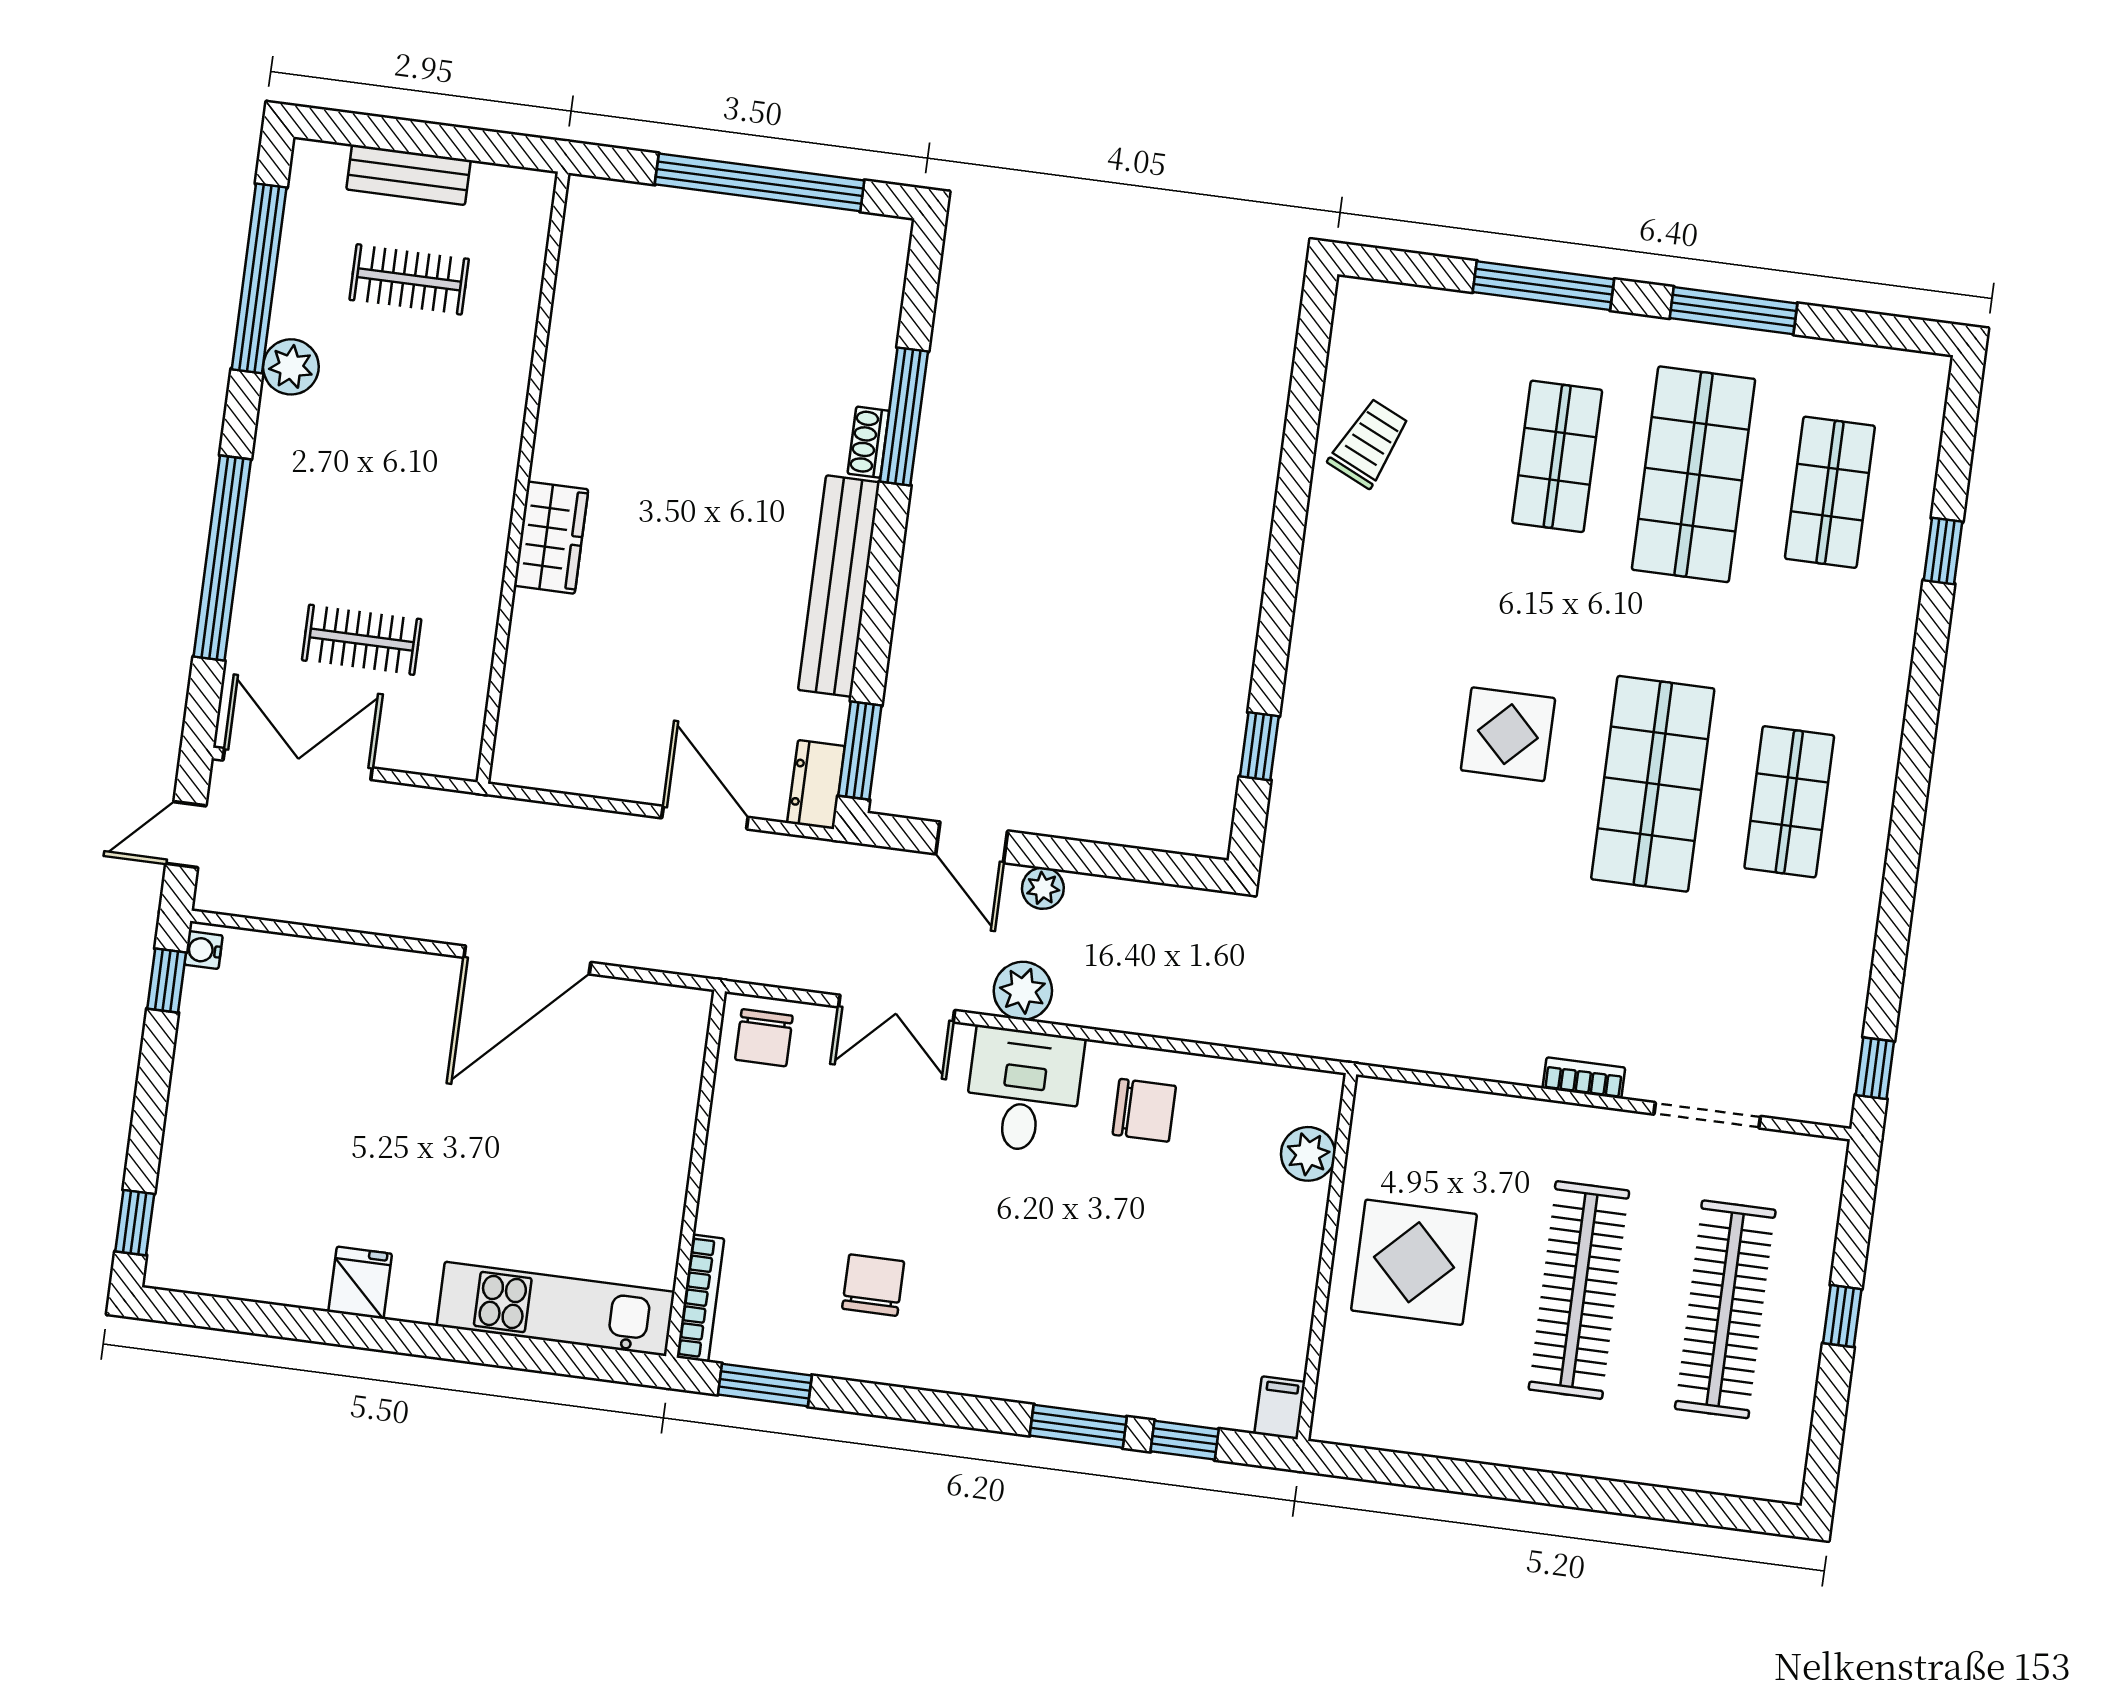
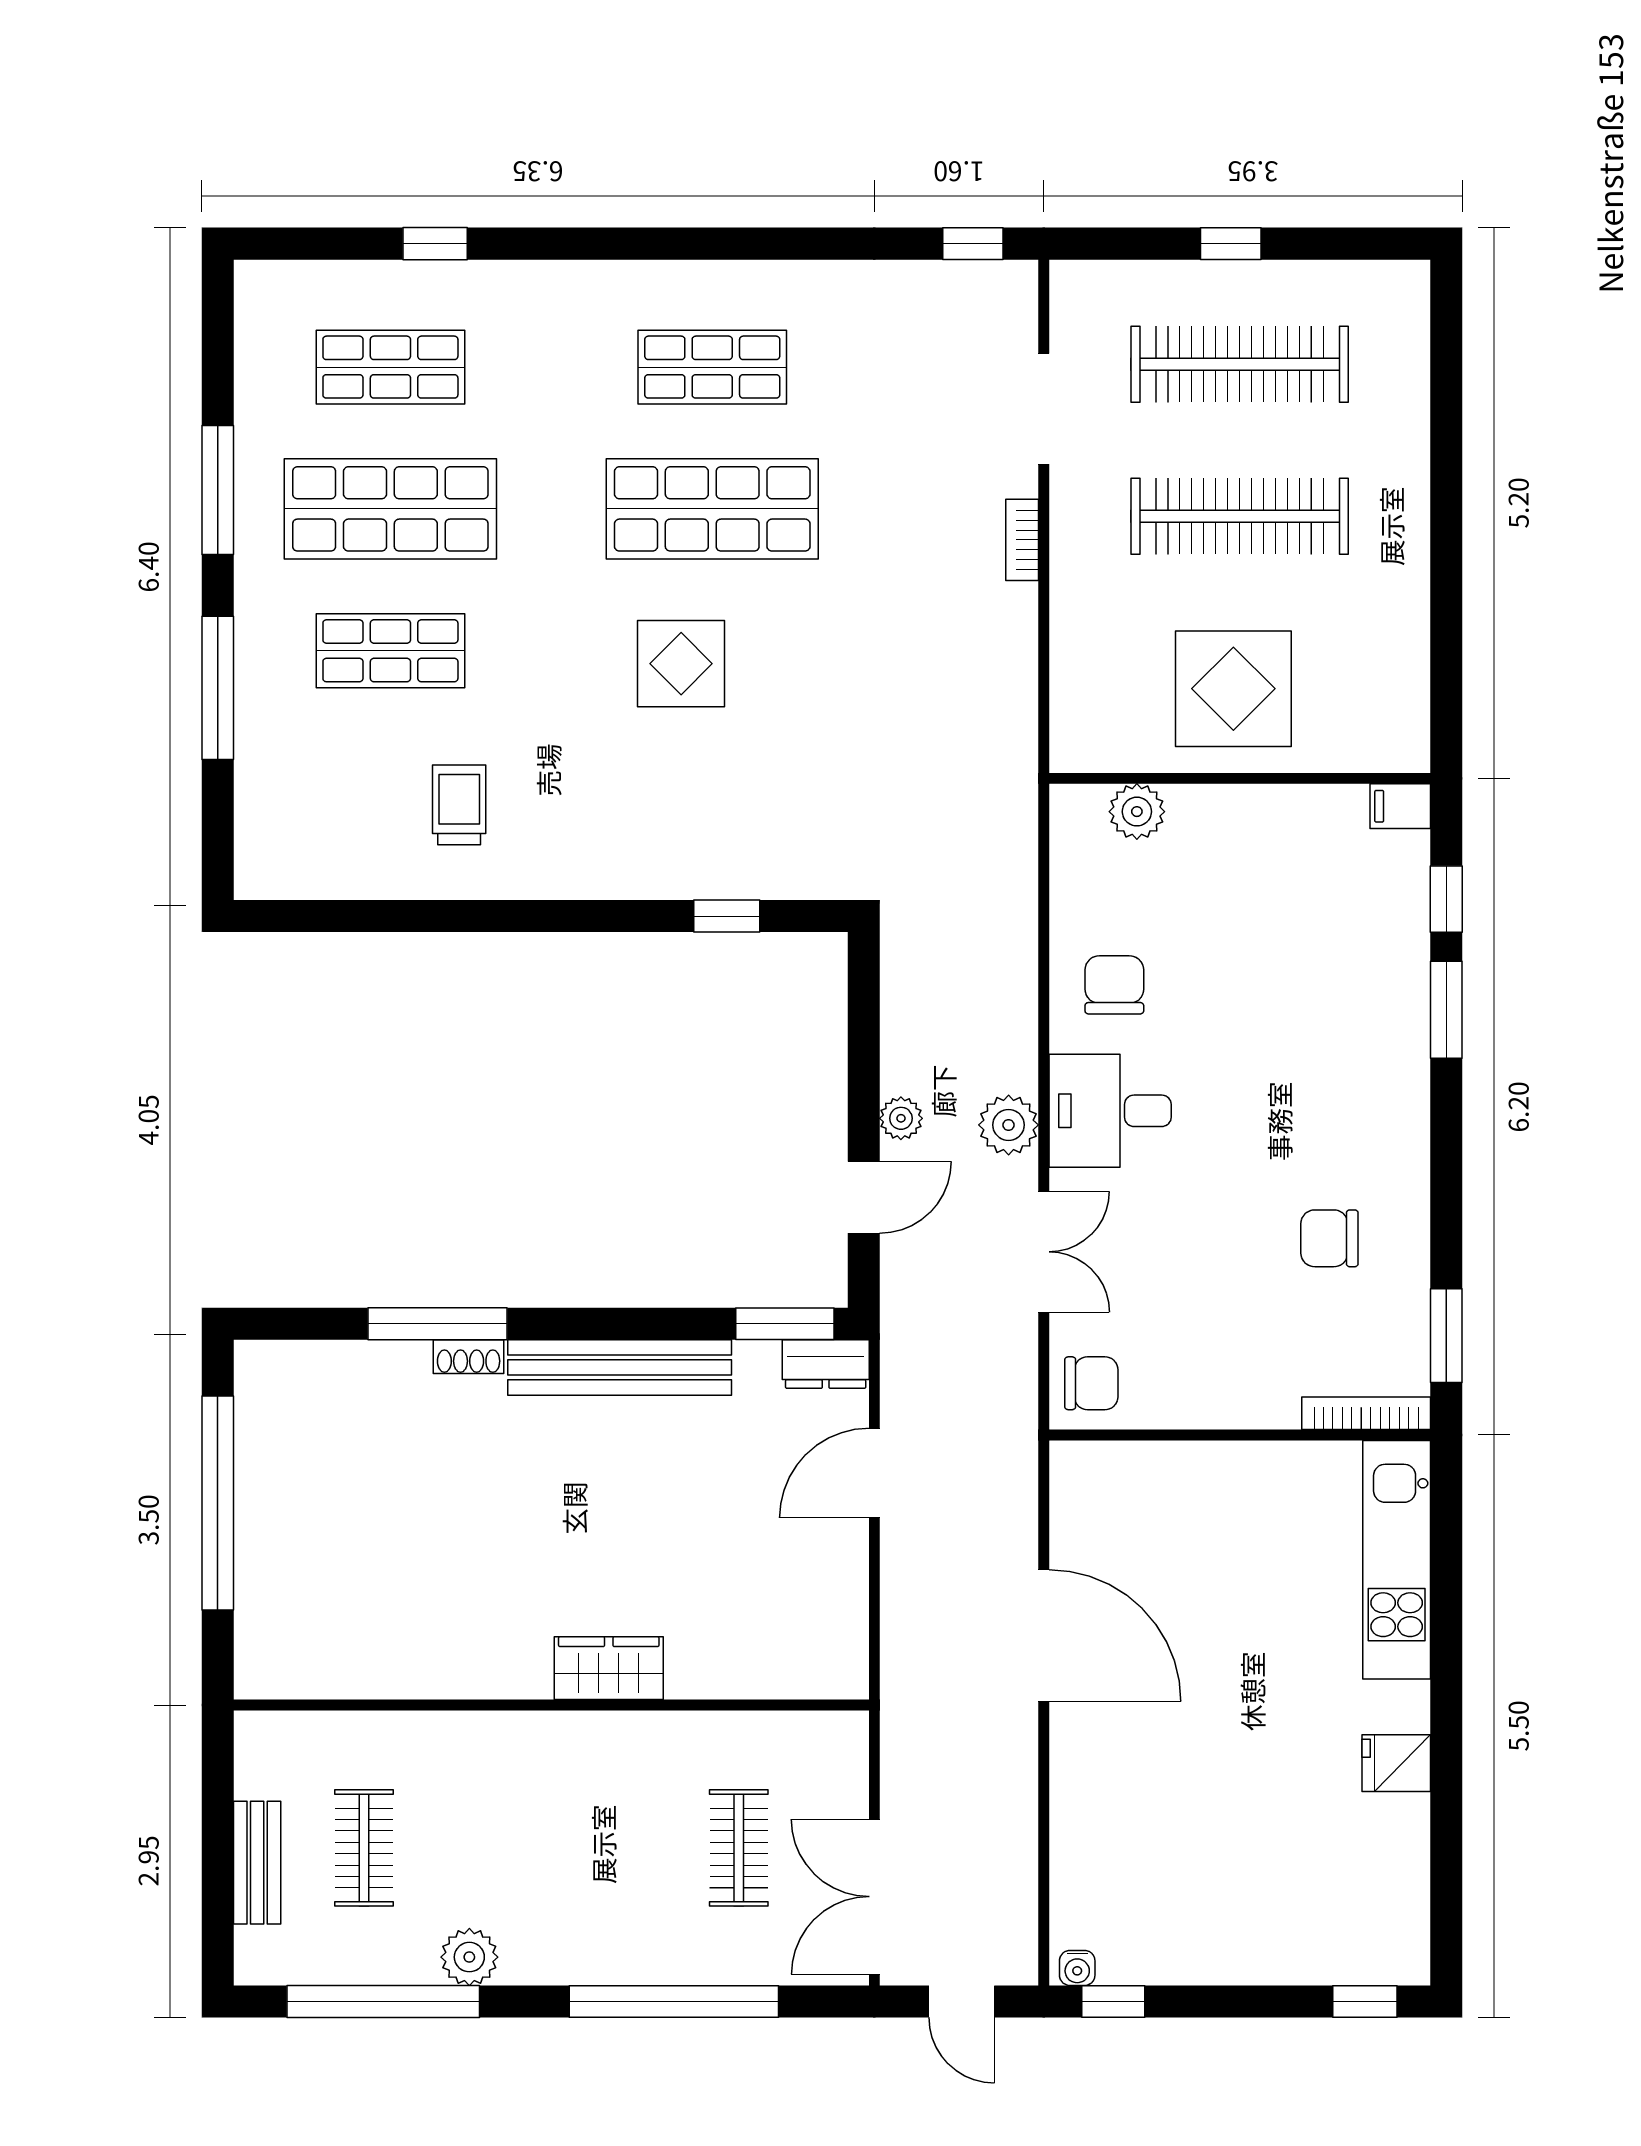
trolley: (1369, 443) -> (459, 805), moved, turned 65

